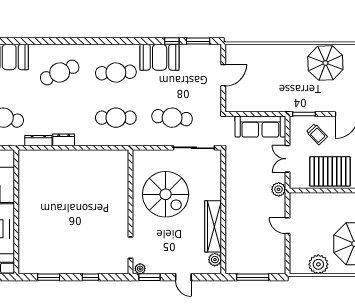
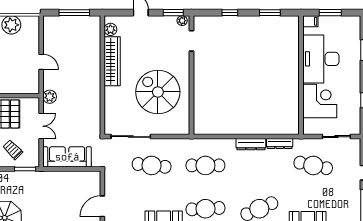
dresser: (64, 140) -> (251, 144), width x1.44

